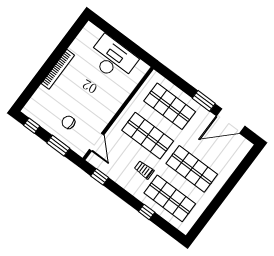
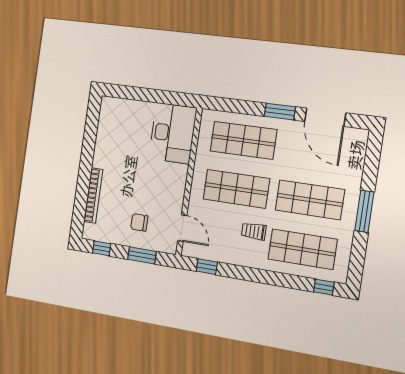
desk: (112, 59) -> (173, 133), moved, turned 90
bookcase: (58, 69) -> (93, 196), moved
door: (231, 121) -> (325, 117), hinge flipped
window: (222, 195) -> (364, 211), added
window: (147, 212) -> (324, 287), moved

